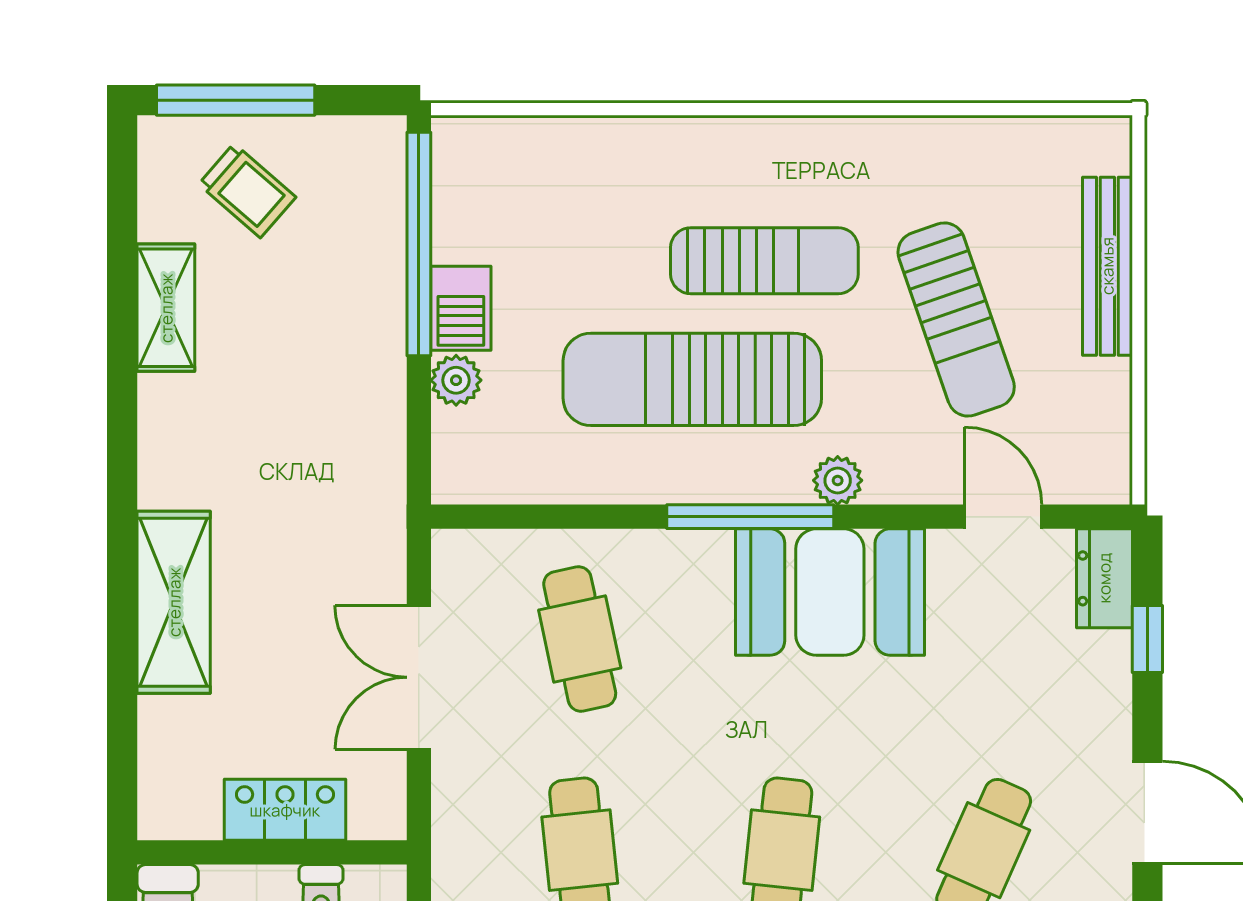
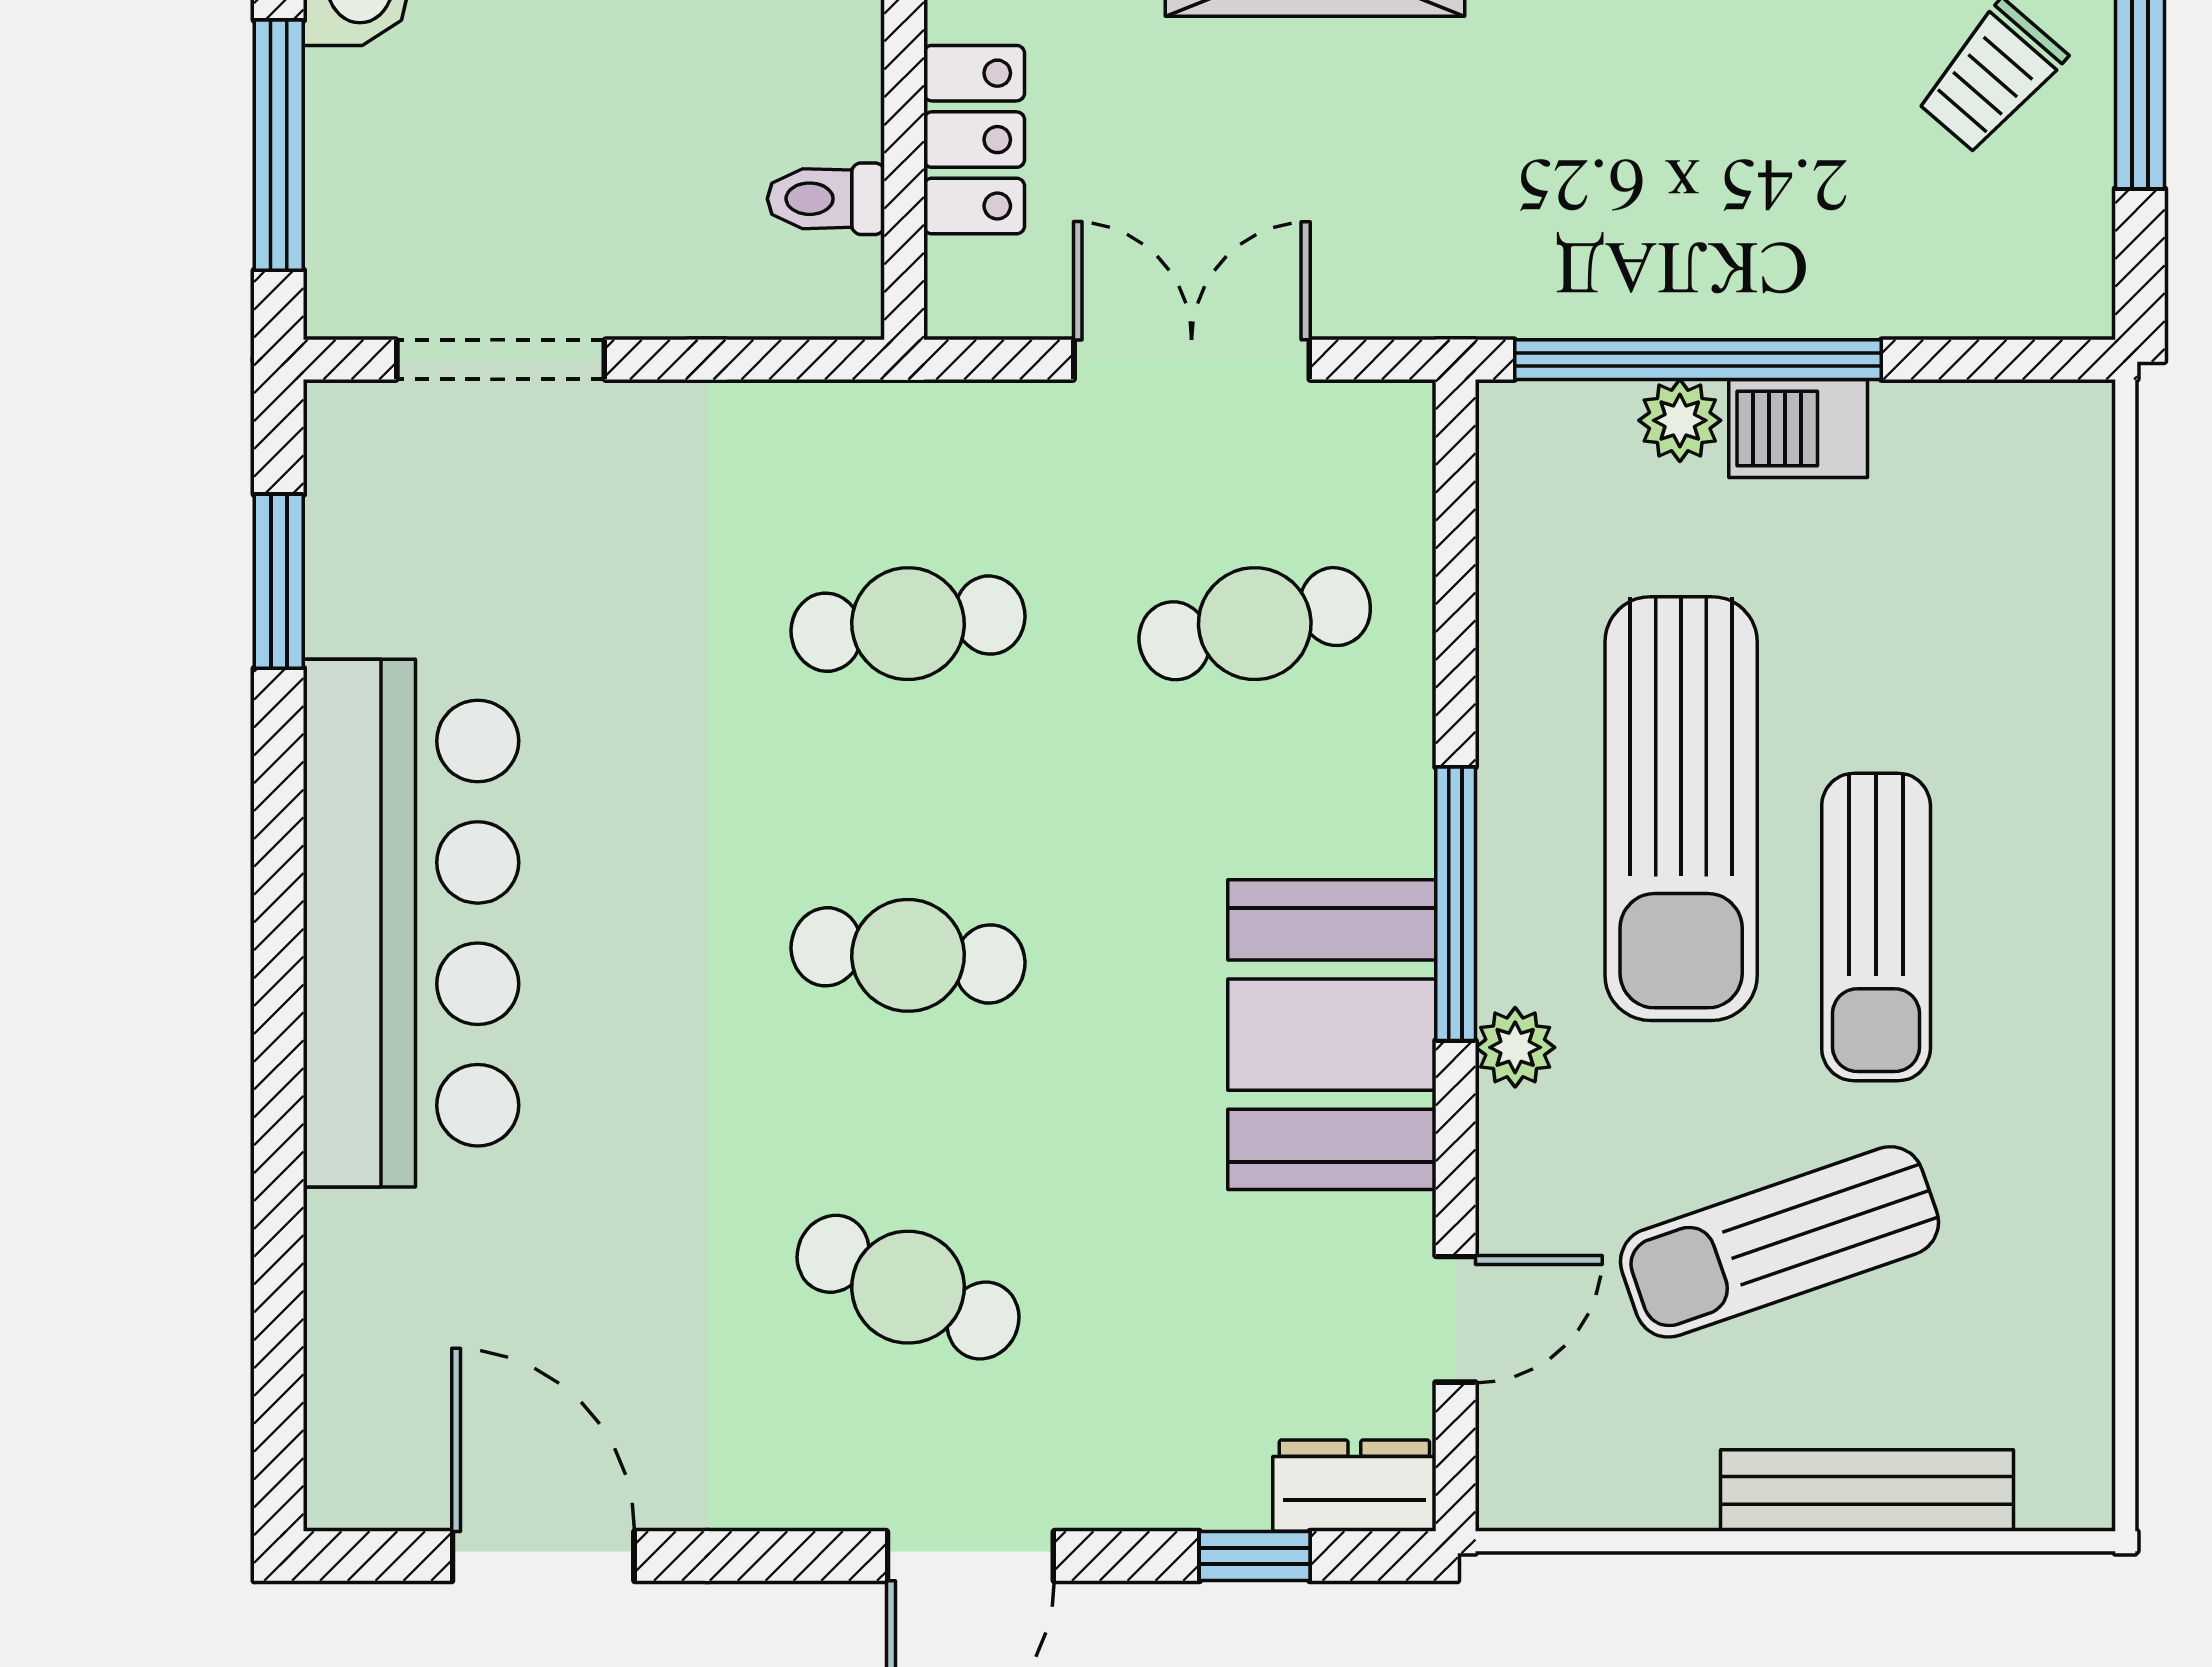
window: (419, 244) -> (1698, 360), moved
sun lounger: (692, 379) -> (1681, 809), turned 180

